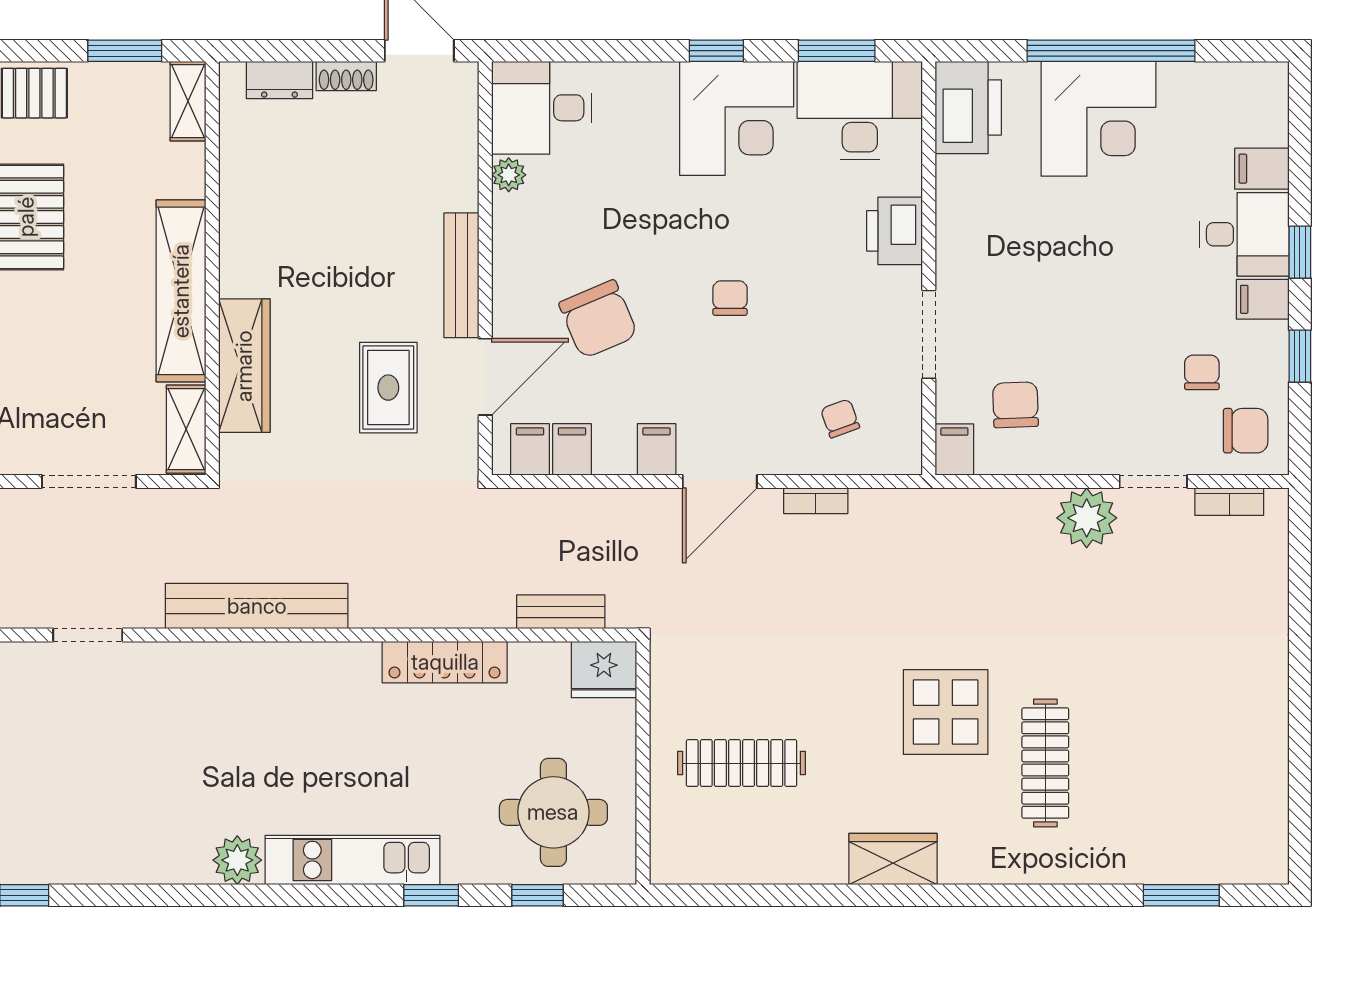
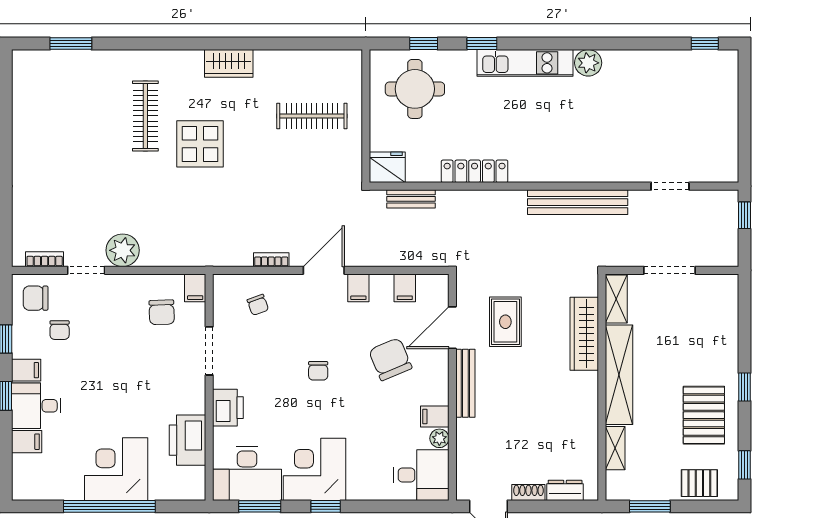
shelving: (188, 101) -> (615, 448), moved
printer: (968, 107) -> (188, 440), moved
filing cabinet: (530, 449) -> (435, 416), moved, turned 90

